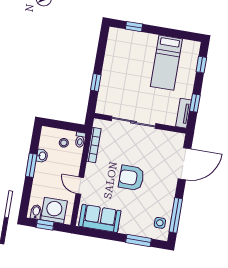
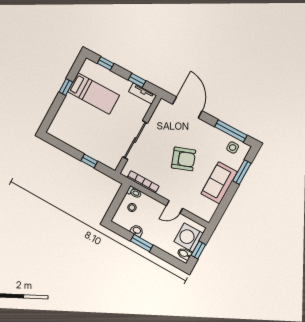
window: (134, 27) -> (66, 87), moved
armchair: (131, 178) -> (184, 159), turned -110
sofa: (100, 218) -> (219, 183), moved

